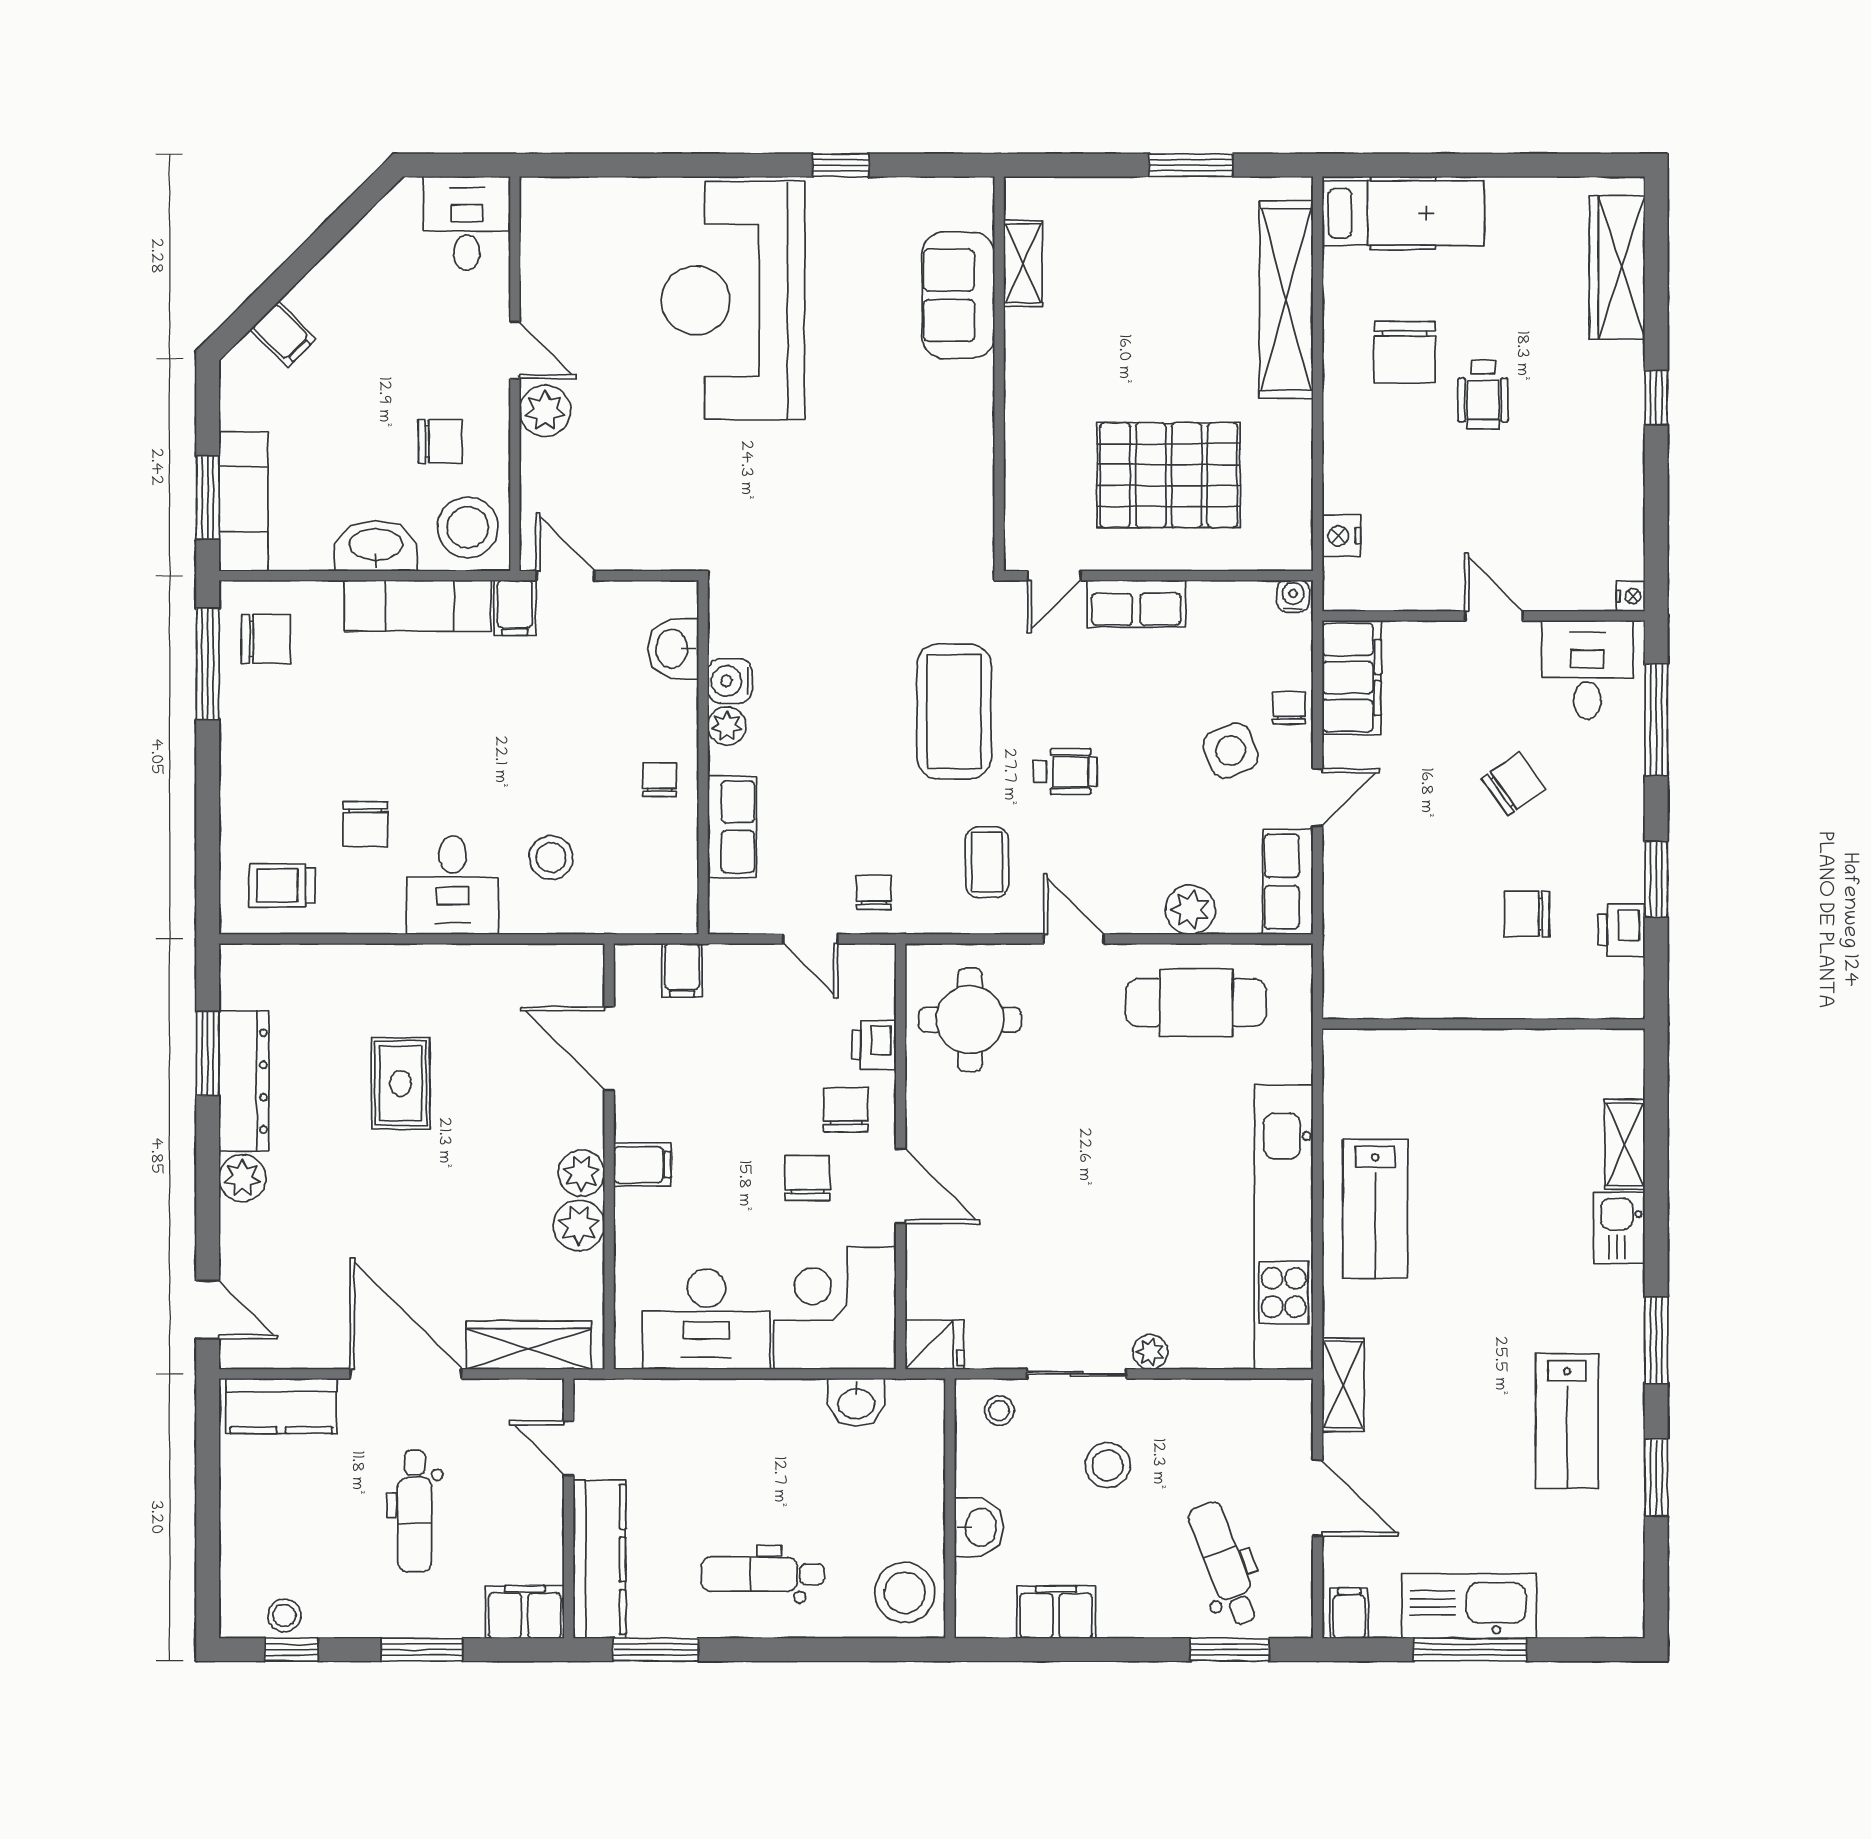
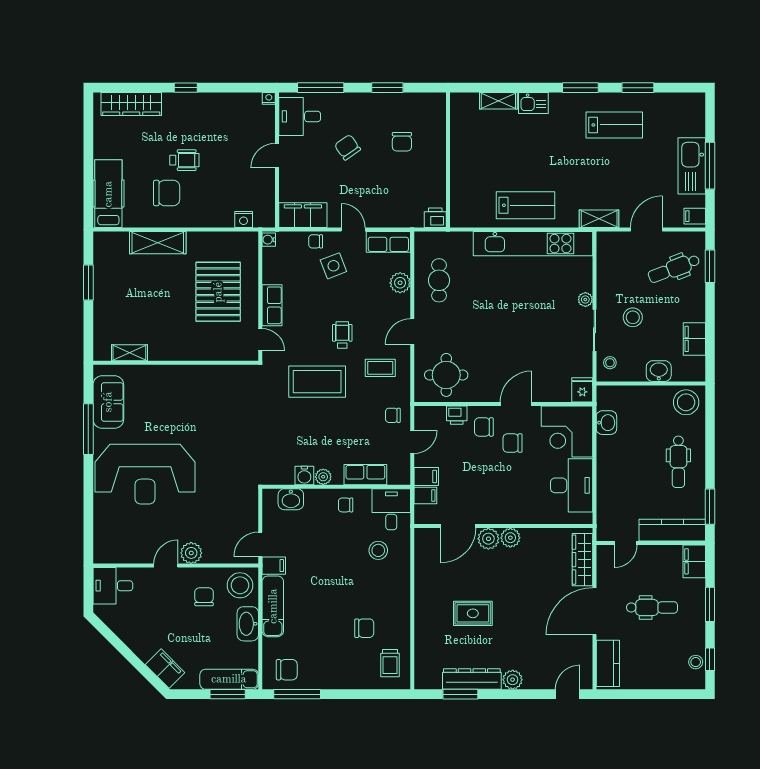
window: (841, 165) -> (88, 429), width x2.17
sofa: (958, 295) -> (108, 402), moved, turned -90
shelving: (1286, 299) -> (158, 243), width x0.68
filing cabinet: (283, 334) -> (165, 669), width x2.00
chair: (266, 639) -> (287, 670), turned 90
desk: (453, 885) -> (391, 509), moved, turned -90
printer: (1621, 930) -> (435, 218), moved, turned 180
cafe table: (1196, 1003) -> (439, 280), width x0.73, depth x0.74
filing cabinet: (642, 1165) -> (426, 477), moved, turned 90
plant: (579, 1225) -> (488, 539), moved

